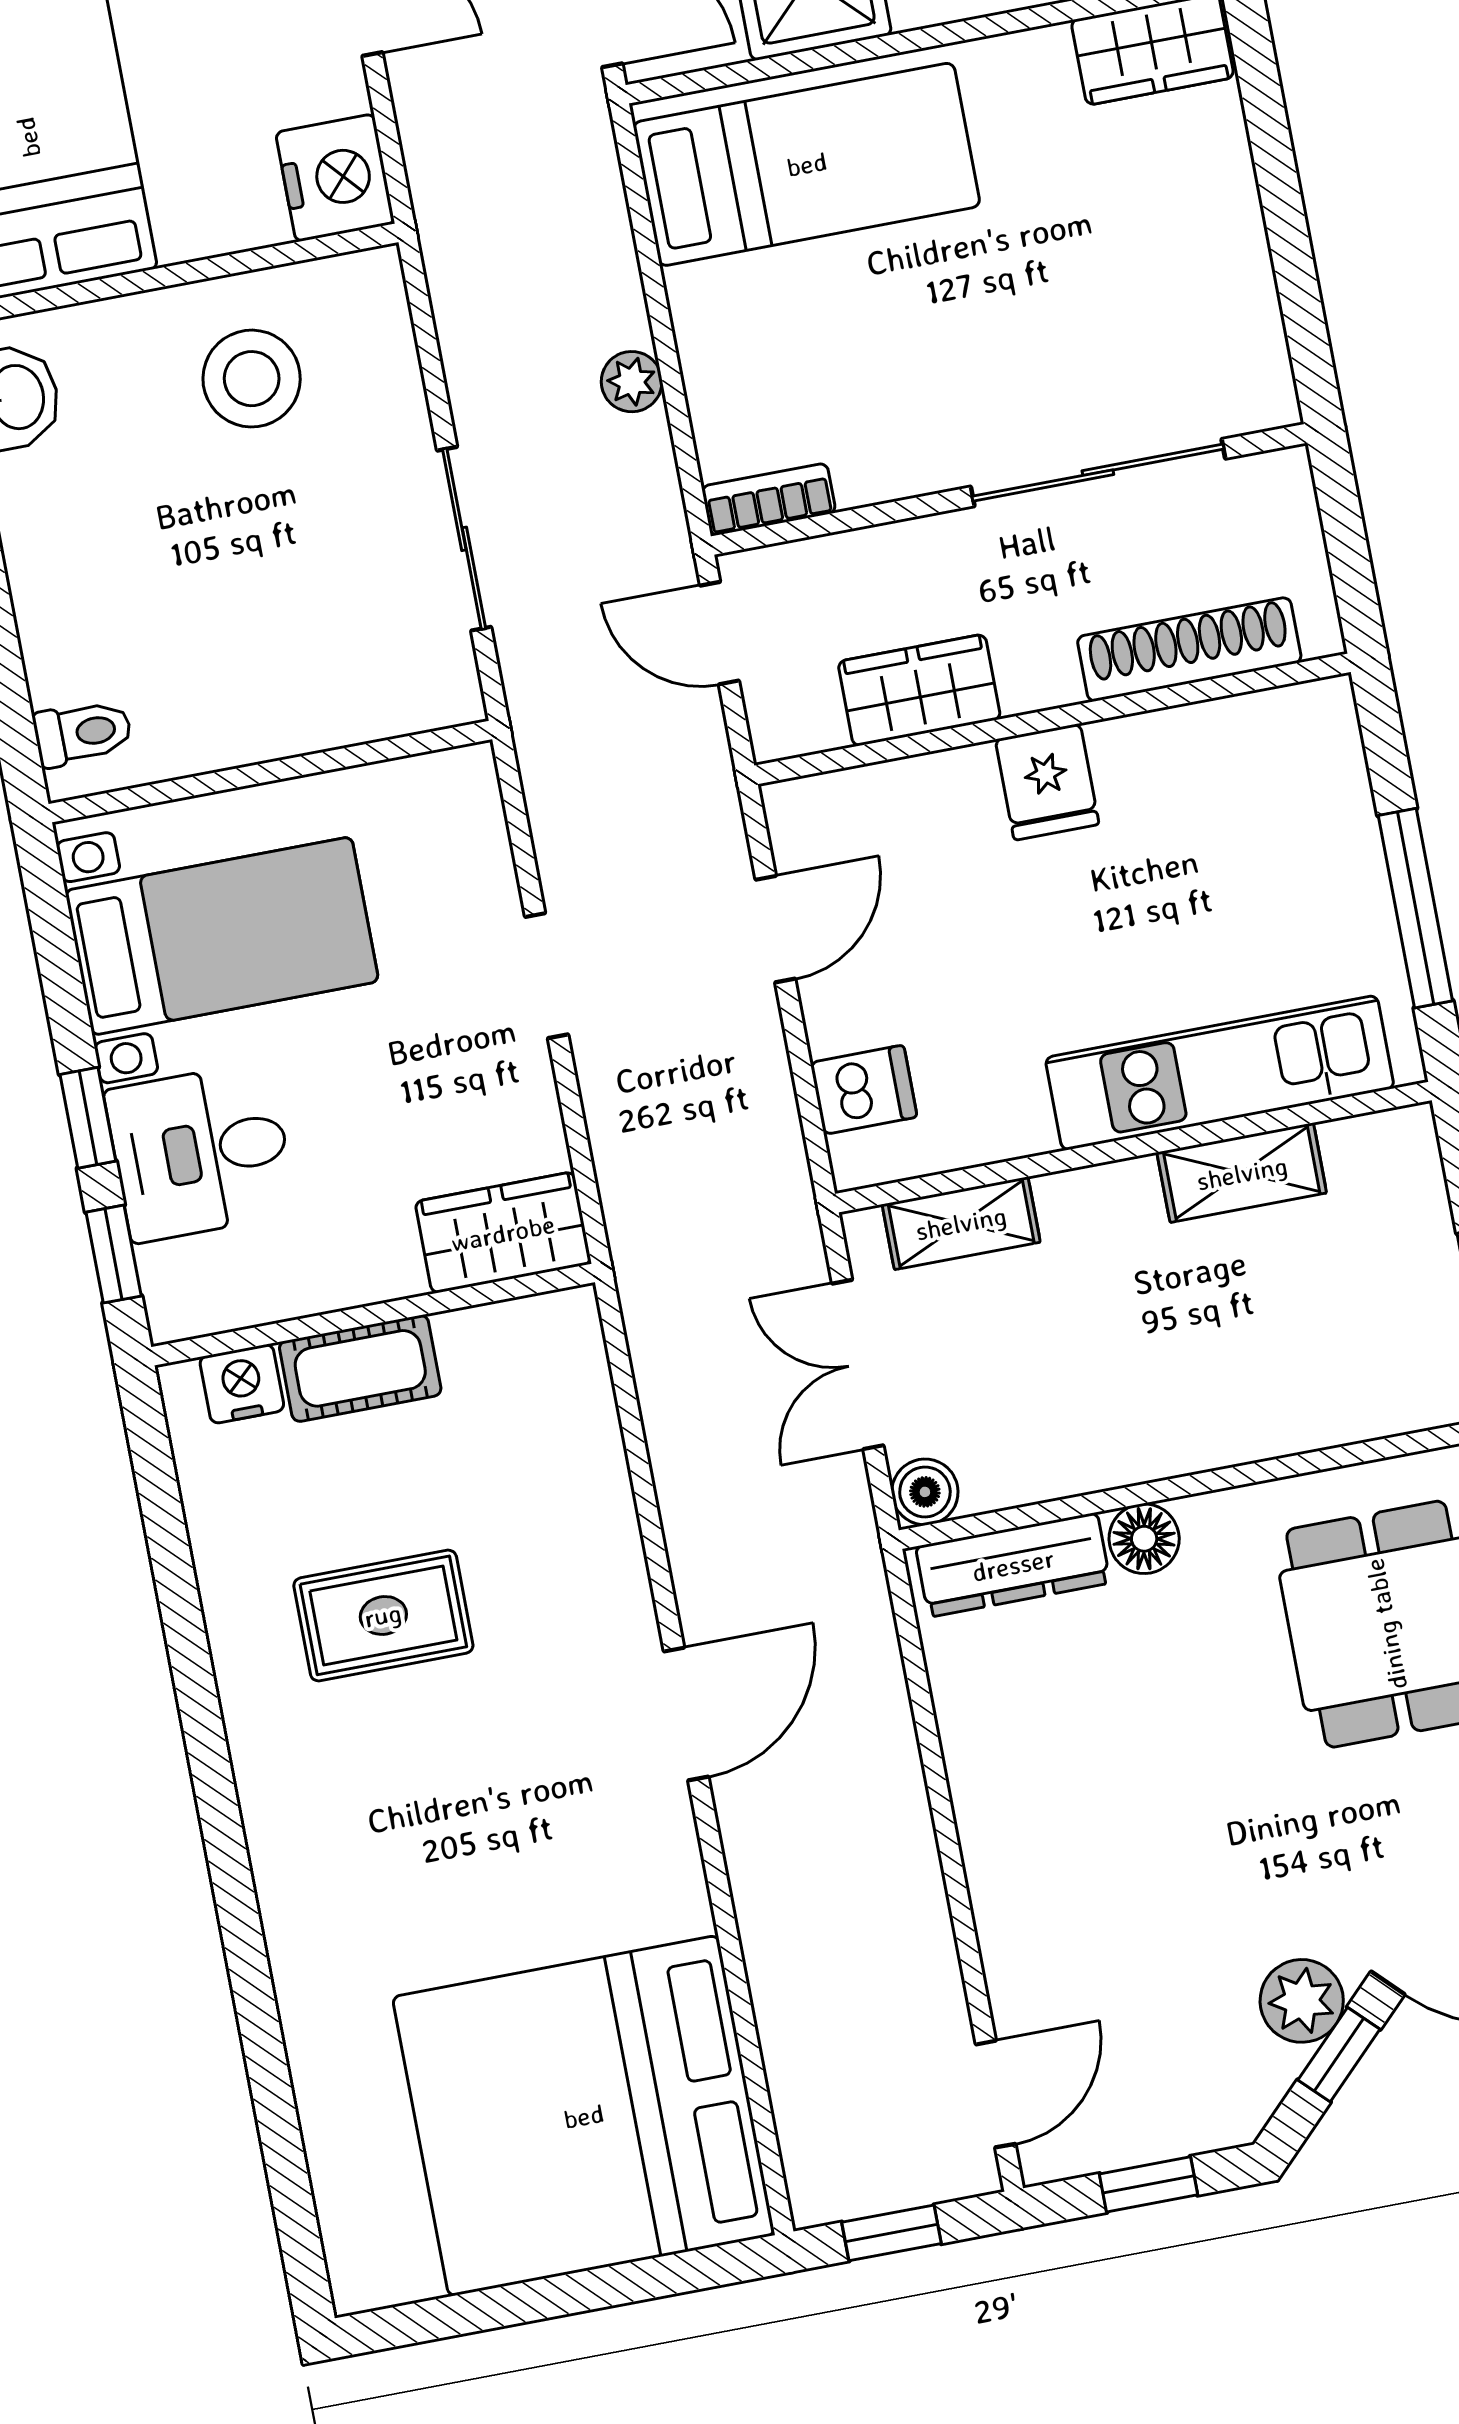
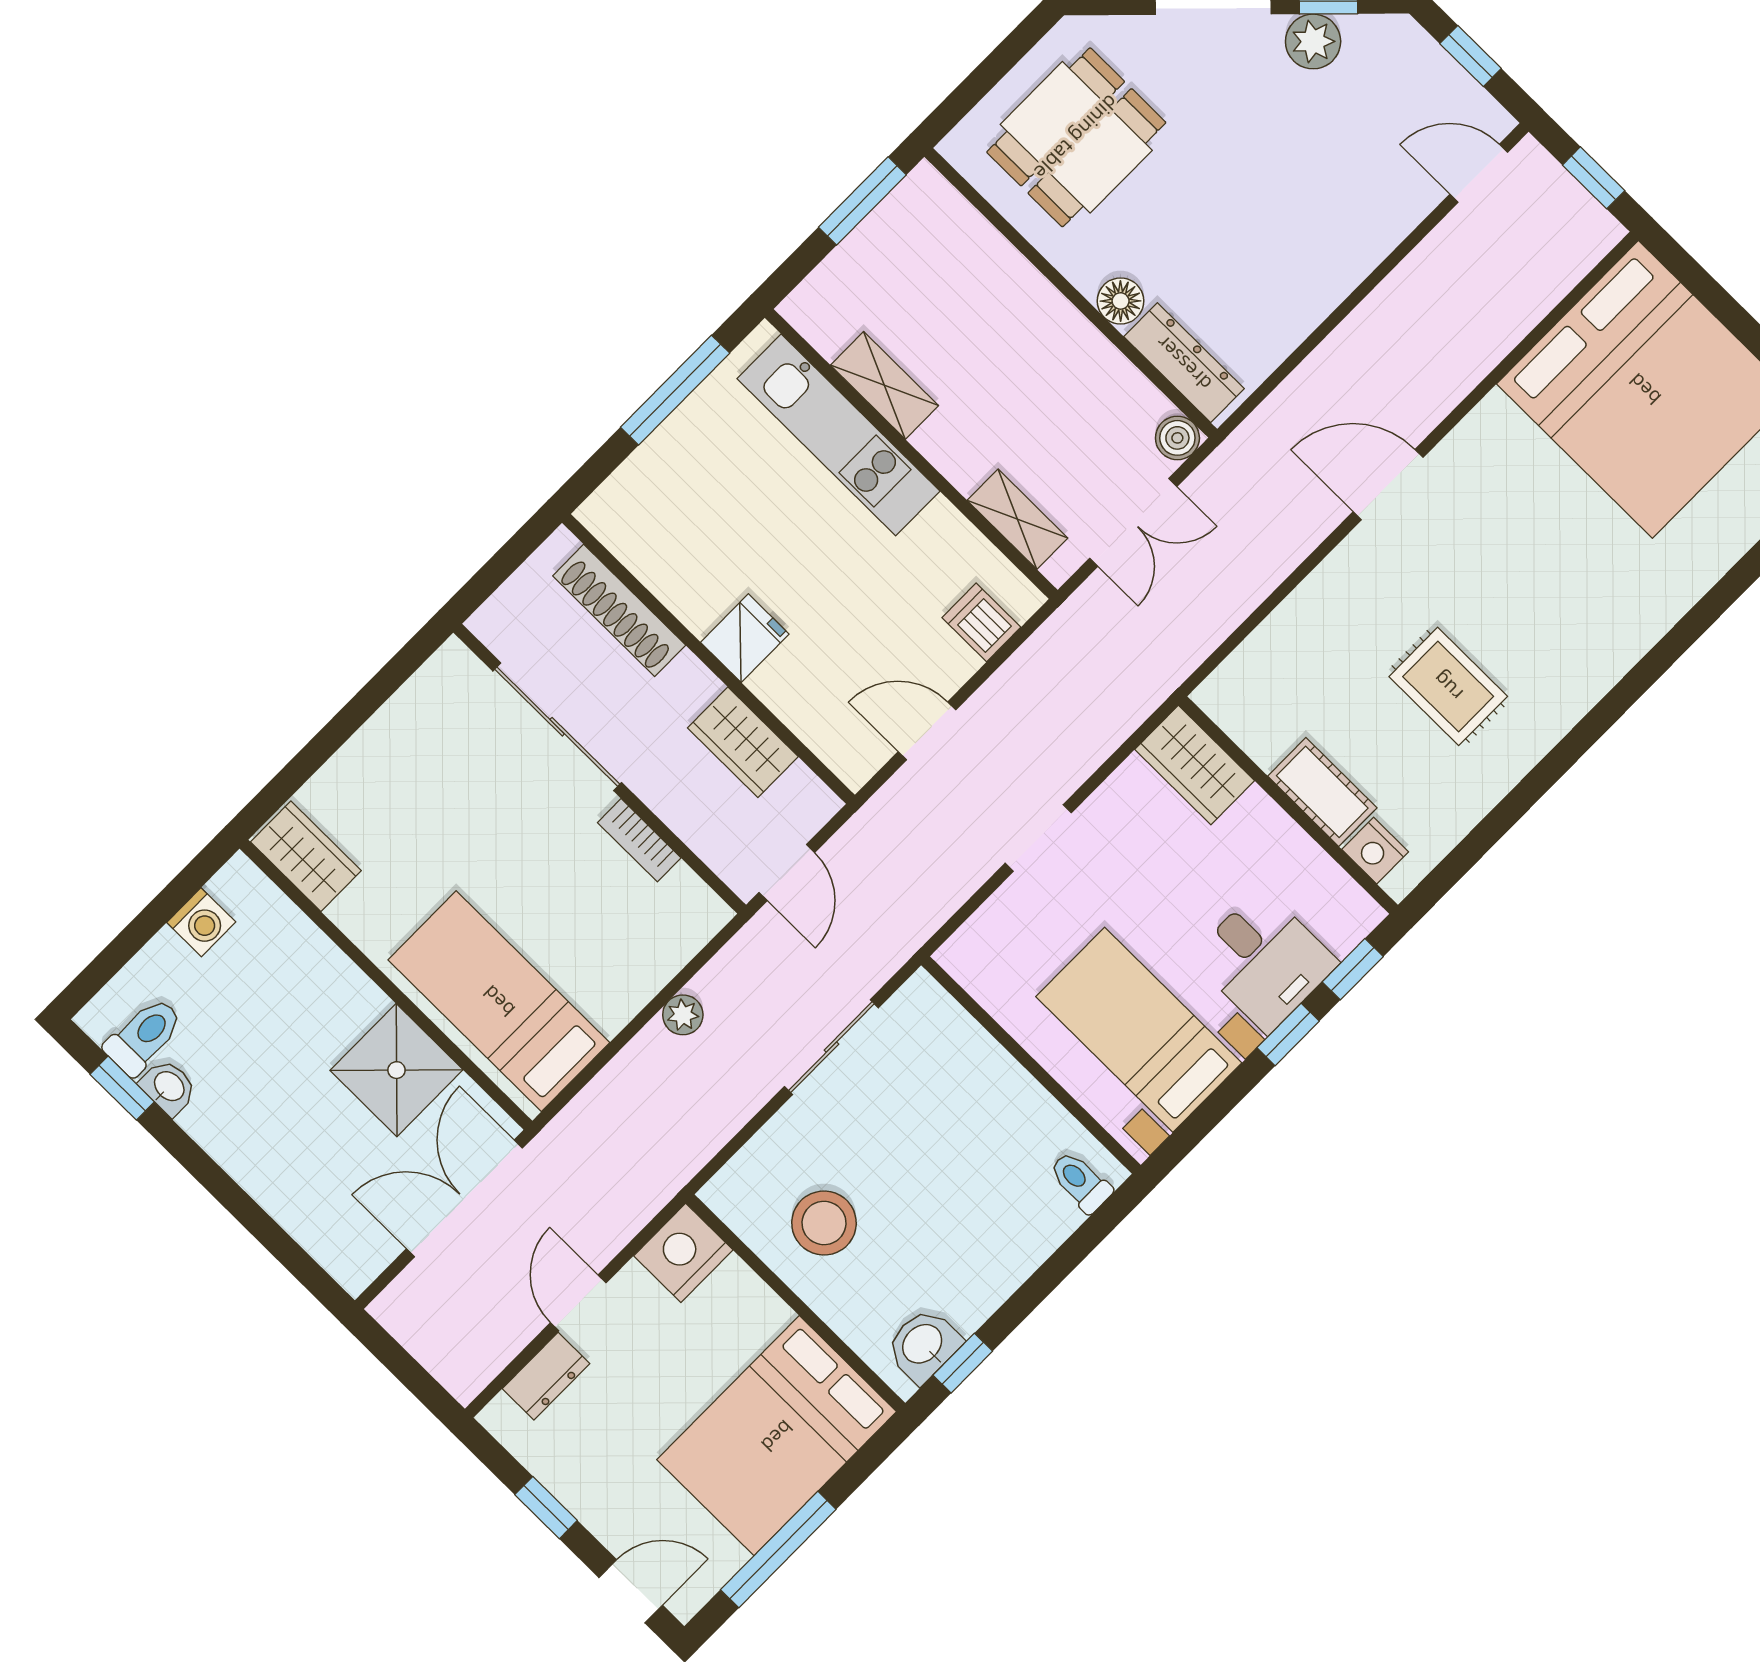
bookcase: (769, 499) -> (639, 840), moved

